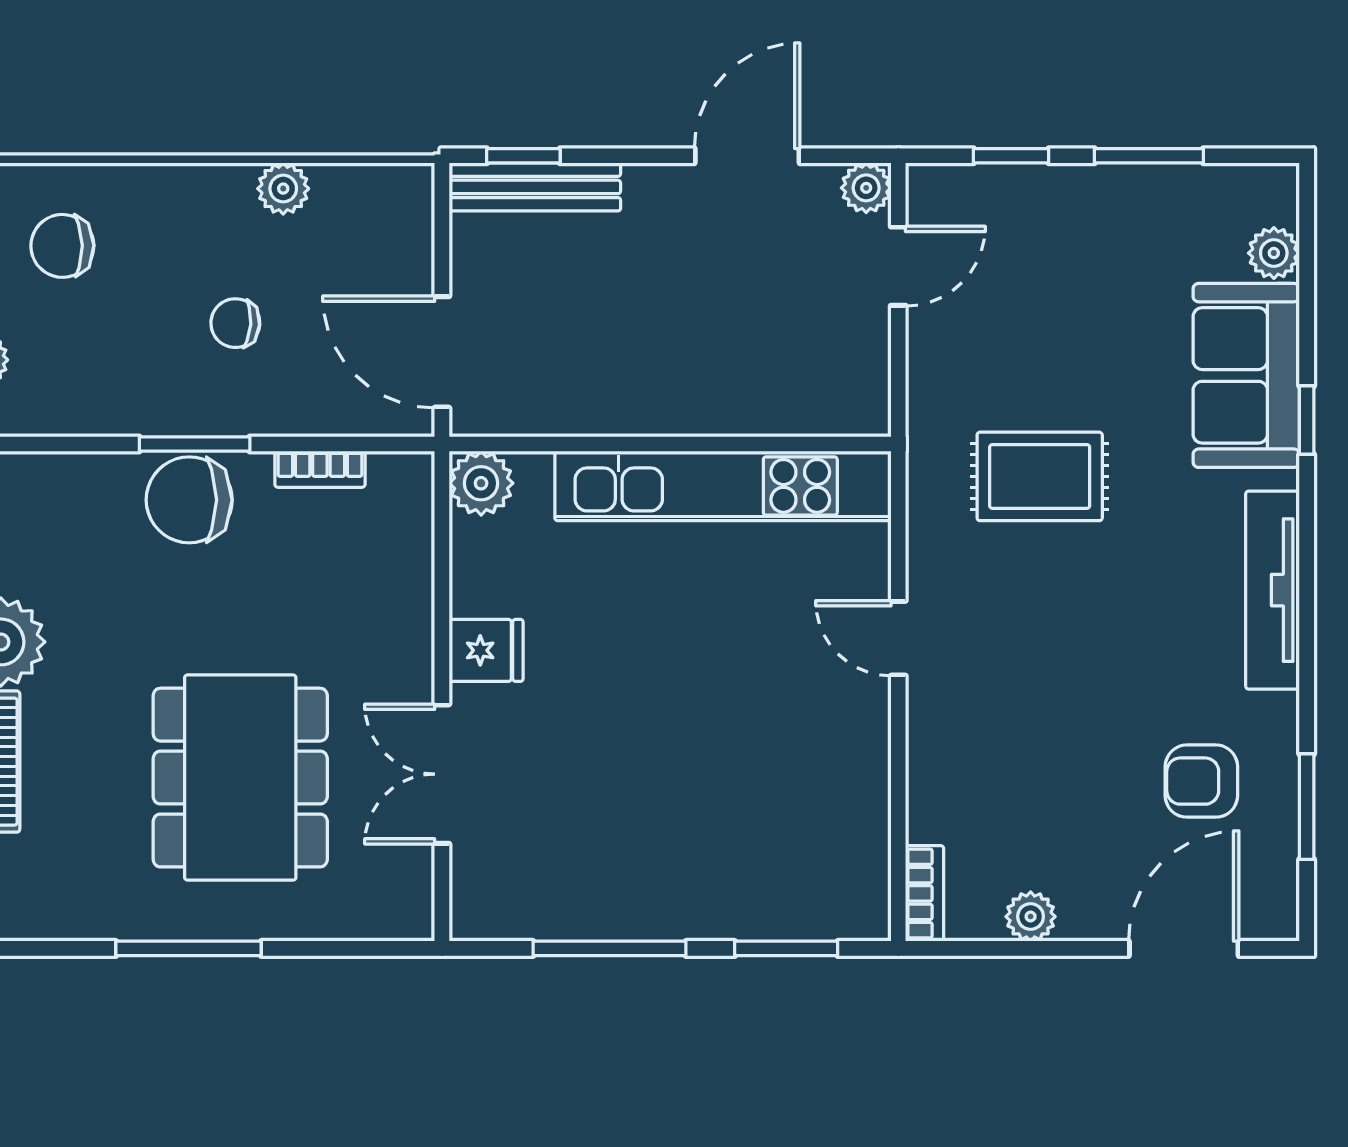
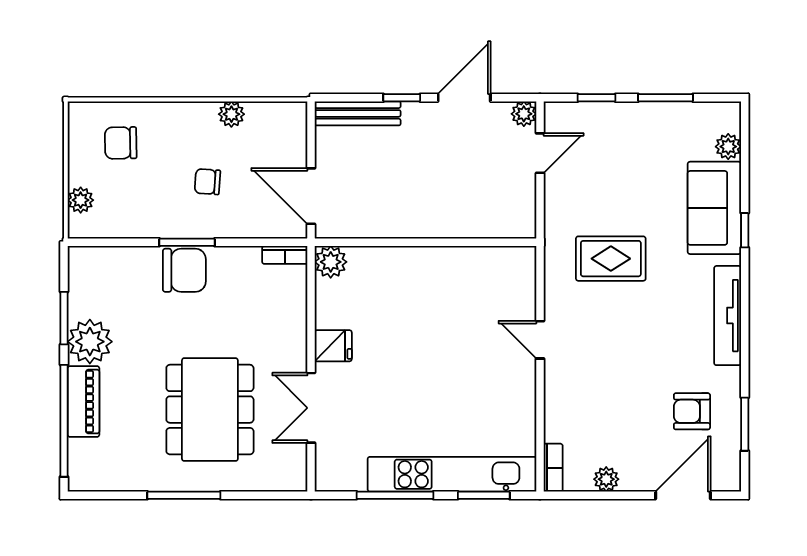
window: (523, 156) -> (402, 98), moved
bookcase: (320, 469) -> (285, 255), moved
kitchen unit: (723, 486) -> (452, 474), moved, turned 180
chair: (189, 500) -> (184, 270), turned 180

